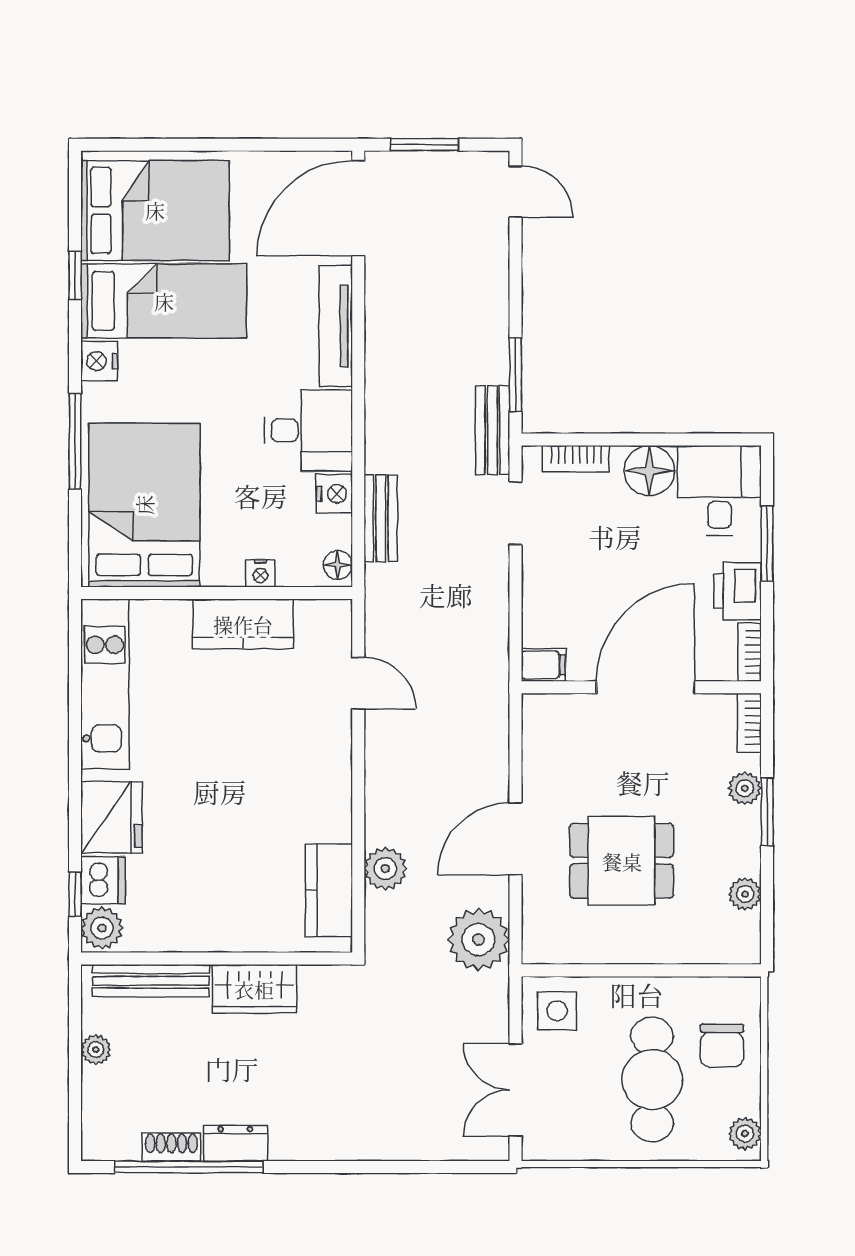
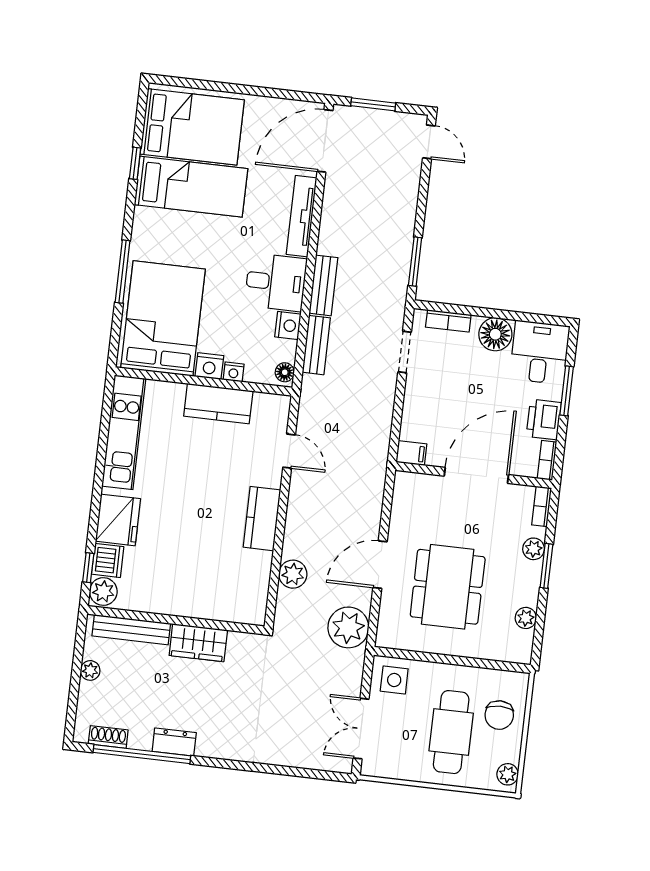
nightstand: (99, 361) -> (209, 366), moved, turned -90
bench: (493, 430) -> (323, 285), moved
dining table: (622, 861) -> (448, 587), width x1.37
kitchen counter: (329, 890) -> (262, 519), moved
shoe rack: (171, 1147) -> (108, 737), moved

